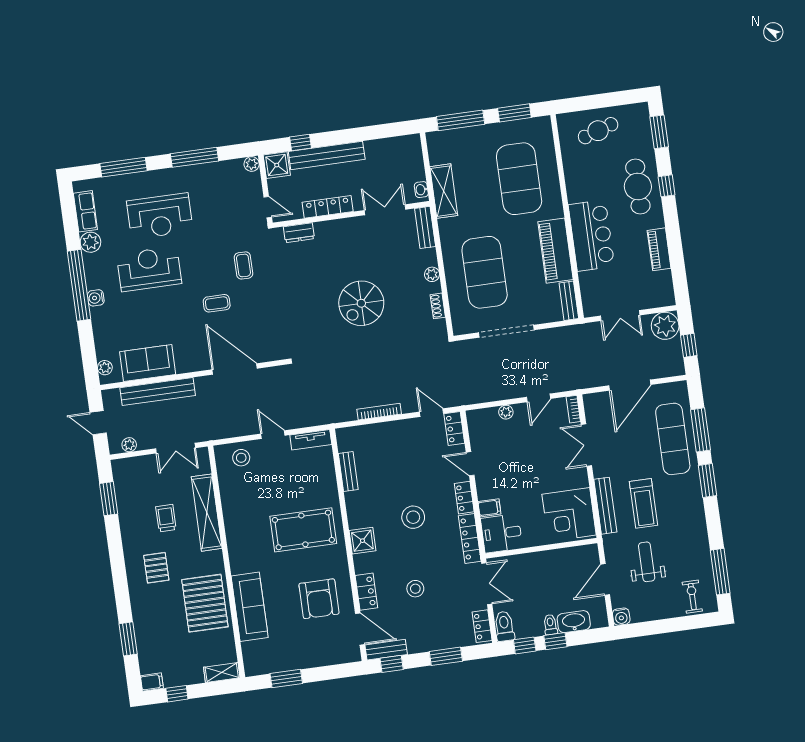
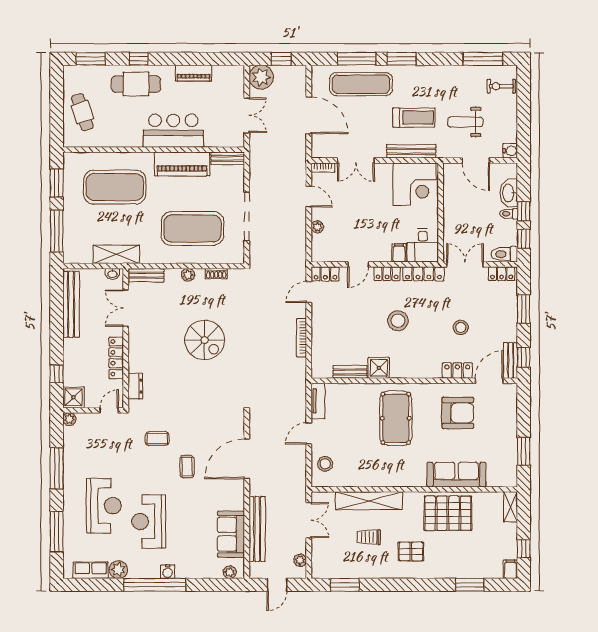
bench: (327, 155) -> (71, 304), moved
shower: (362, 541) -> (379, 368), moved

